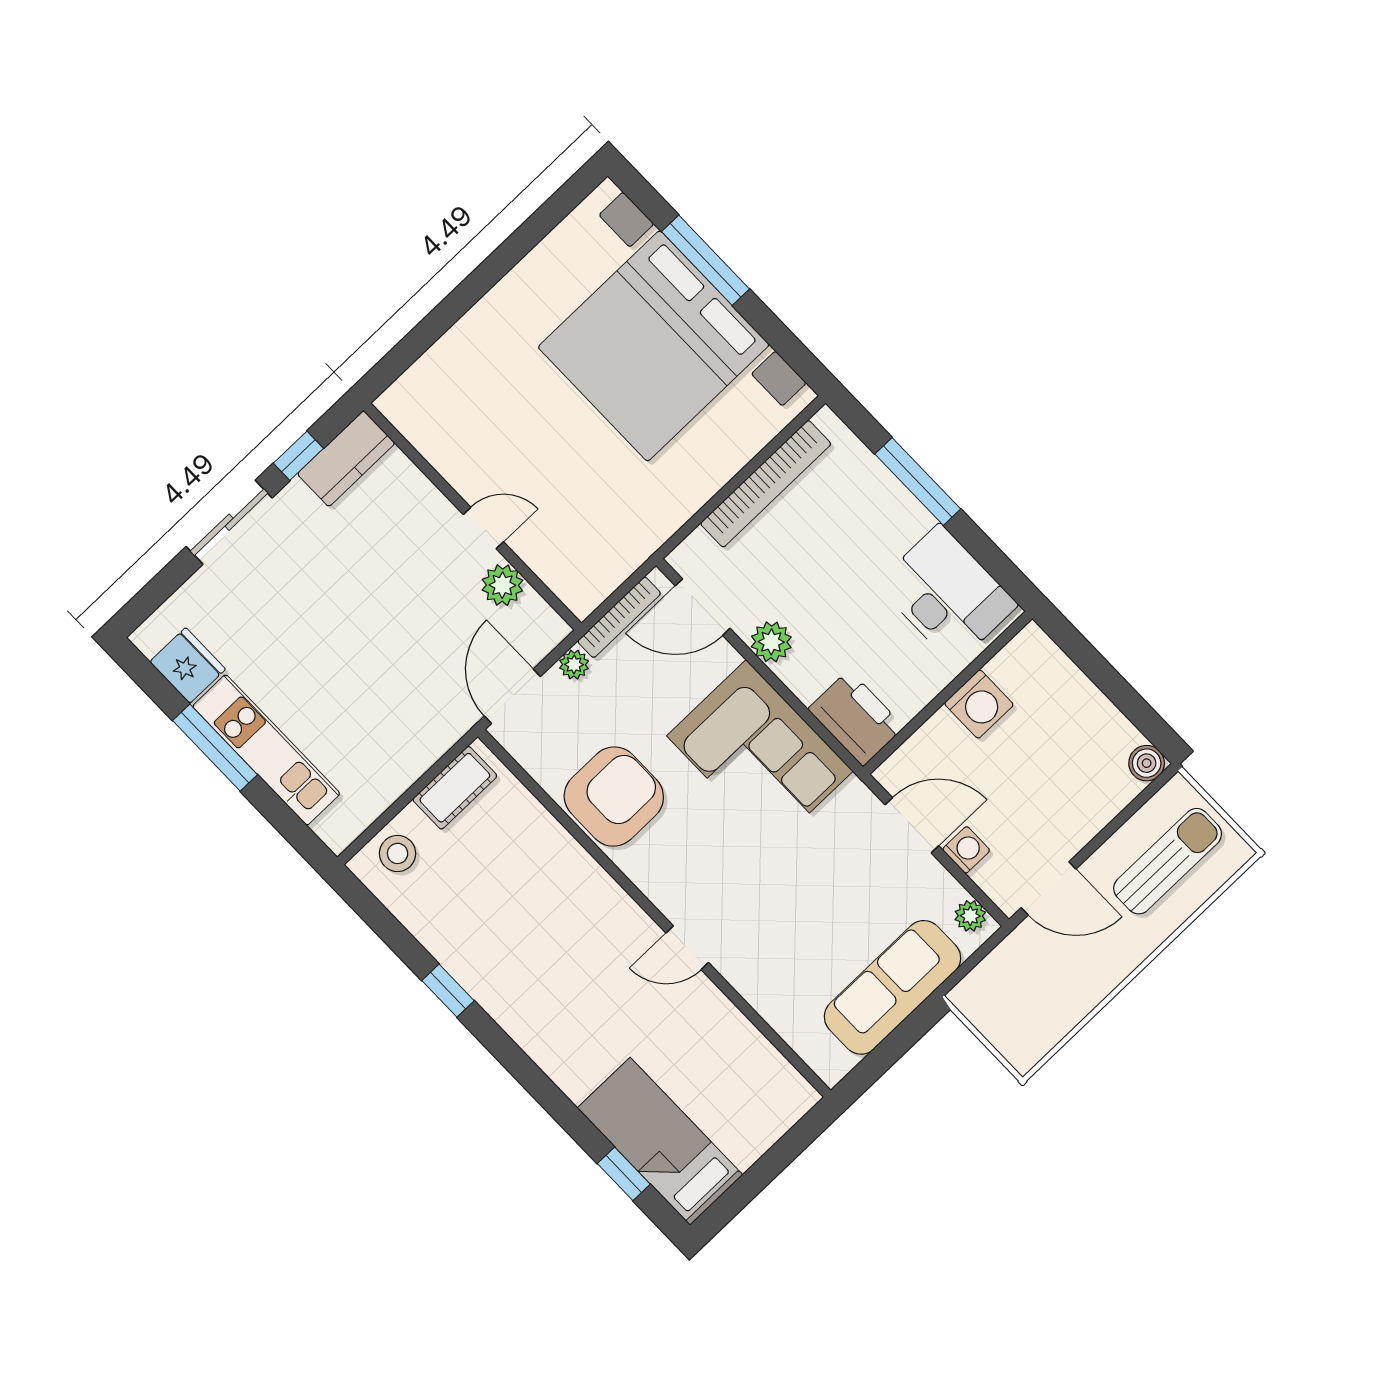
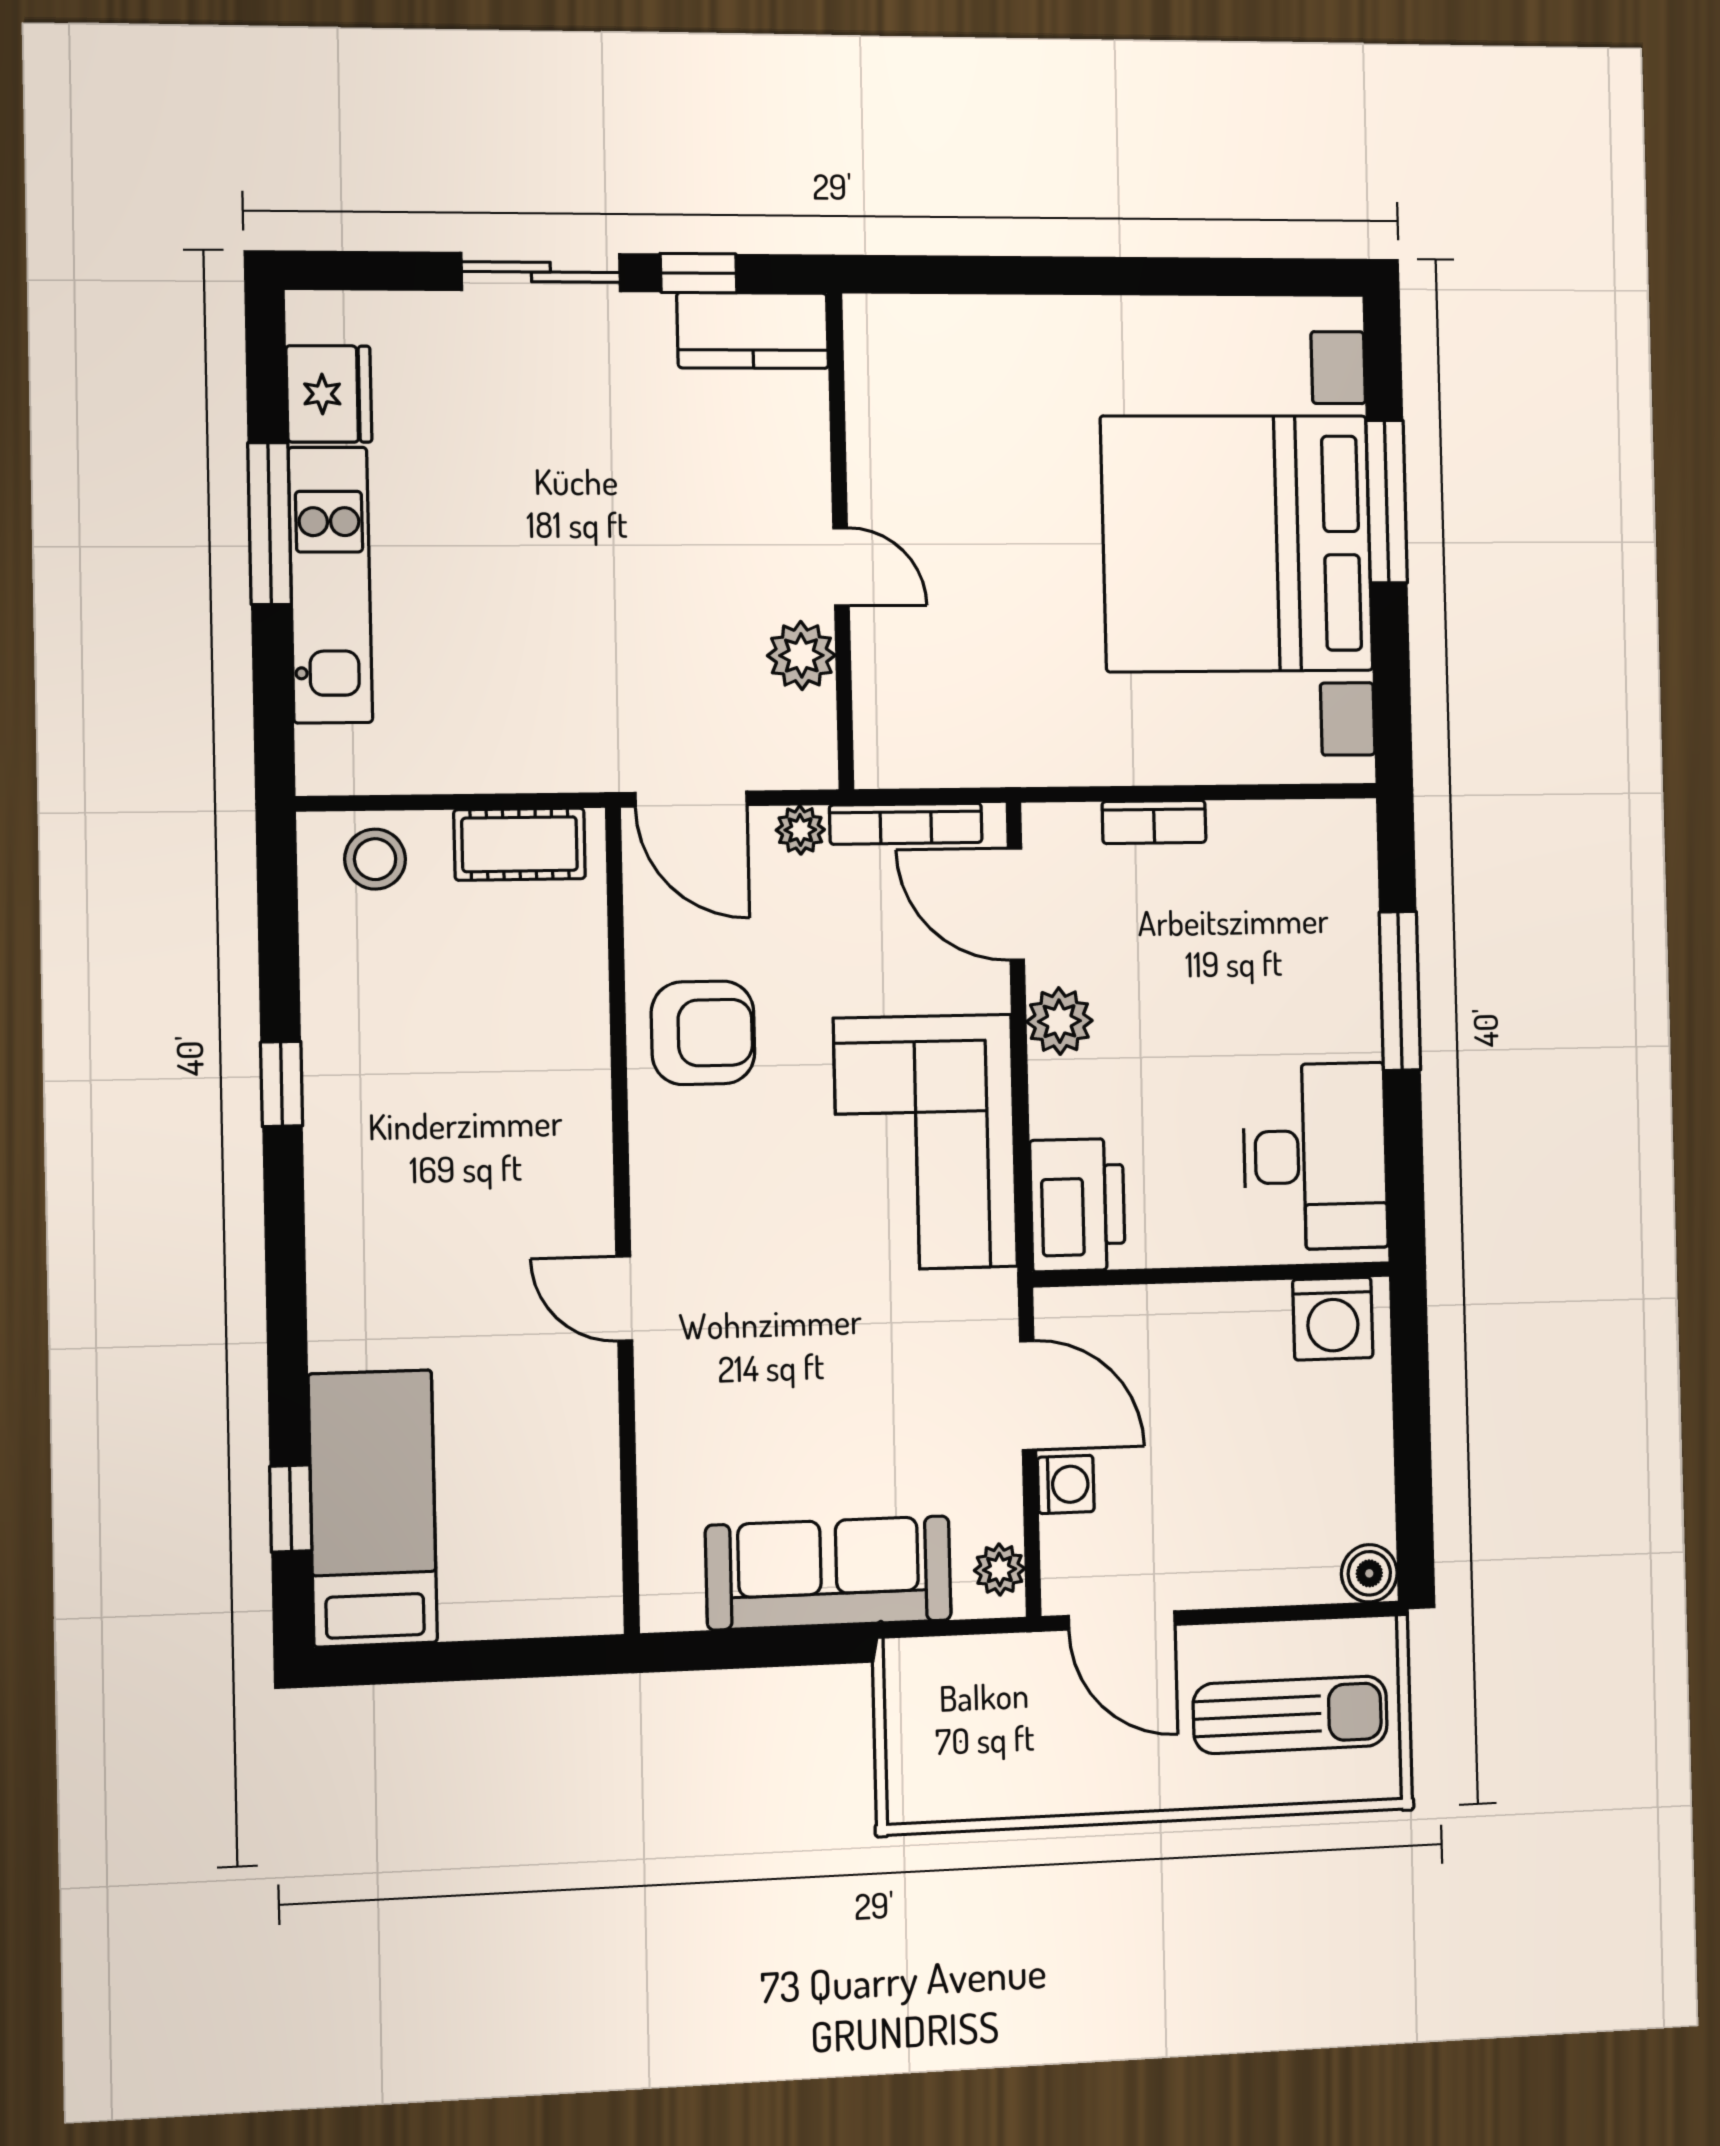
bookcase: (766, 484) -> (1154, 822), width x0.43, depth x0.76
door: (512, 696) -> (691, 799), swing flipped
washing machine: (979, 704) -> (1333, 1319), moved
armchair: (614, 797) -> (703, 1033), width x0.73, depth x0.73

